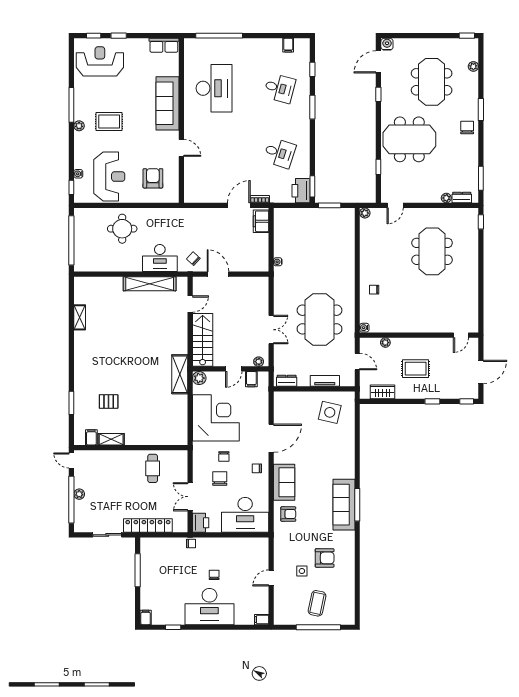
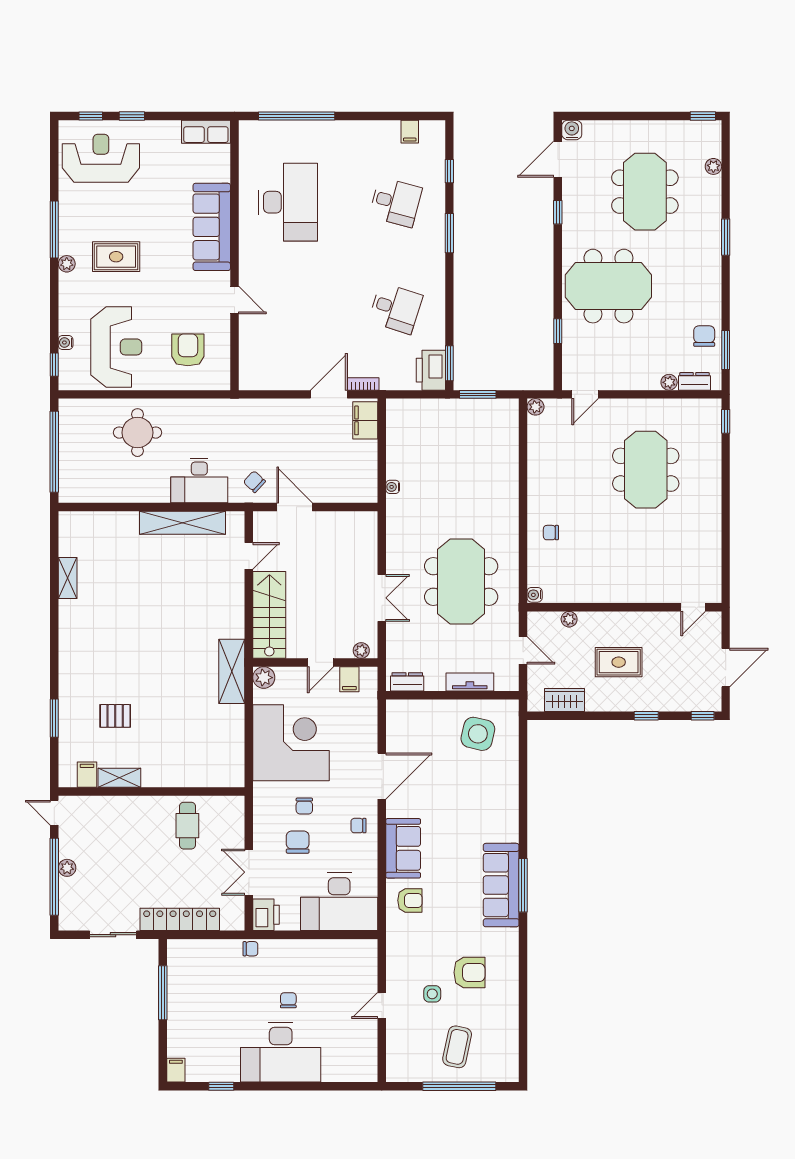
chair: (467, 128) -> (704, 336), moved
filing cabinet: (262, 620) -> (366, 1073), removed

